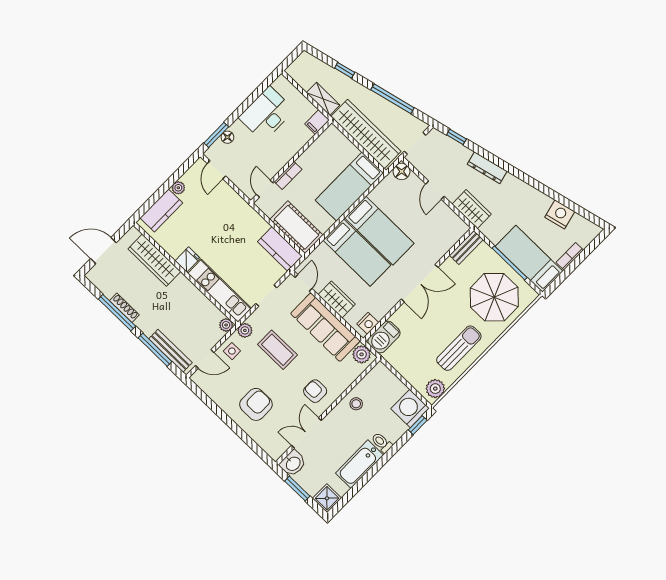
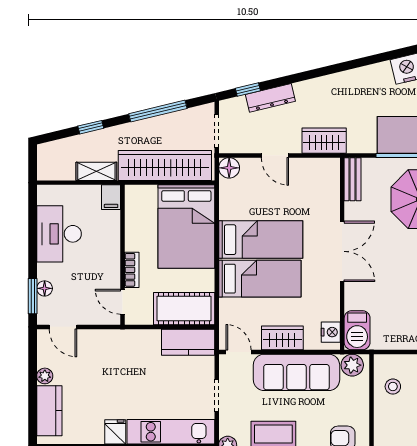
dresser: (487, 168) -> (270, 98), moved
bed: (349, 187) -> (186, 226), width x1.50
stool: (356, 404) -> (393, 387), moved

